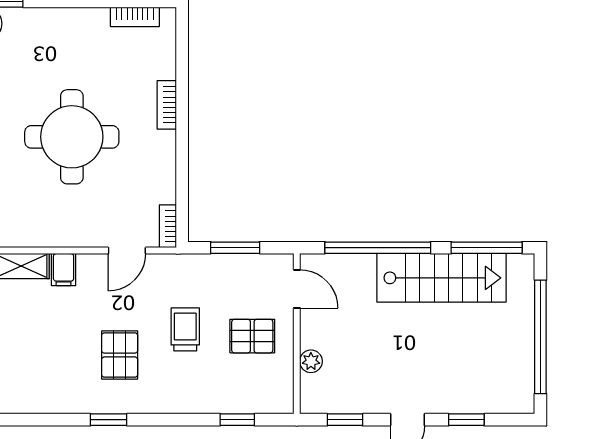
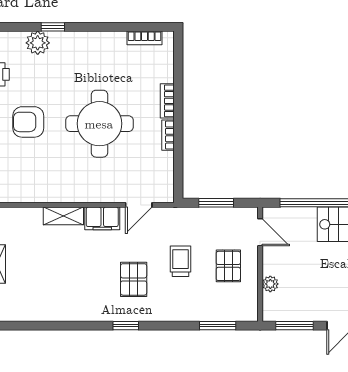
bookcase: (168, 226) -> (168, 135), moved
filing cabinet: (64, 270) -> (102, 218), width x2.00
pallet: (252, 336) -> (228, 266), turned 90
window: (237, 420) -> (218, 326), width x1.50
window: (345, 420) -> (294, 326), width x1.50

